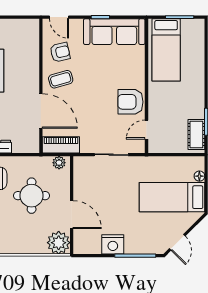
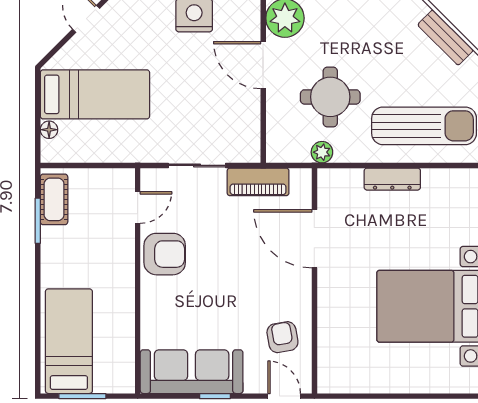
bed: (166, 50) -> (69, 341), moved
armchair: (60, 52) -> (282, 337), turned 93
coffee table: (61, 79) -> (281, 292), removed
piano: (61, 145) -> (258, 182), moved
plant: (59, 163) -> (322, 152), moved

